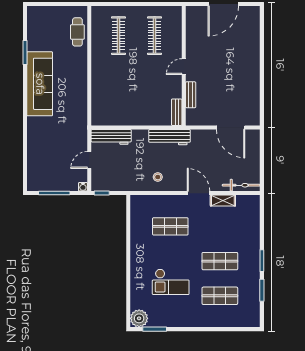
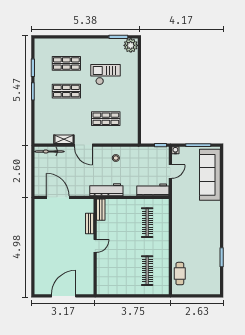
clothes rail: (155, 36) -> (147, 223), moved
sofa: (40, 84) -> (210, 175), moved

